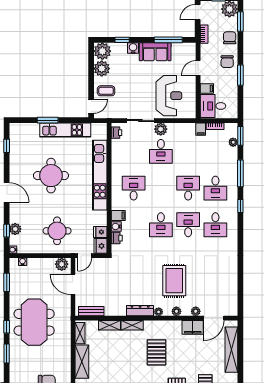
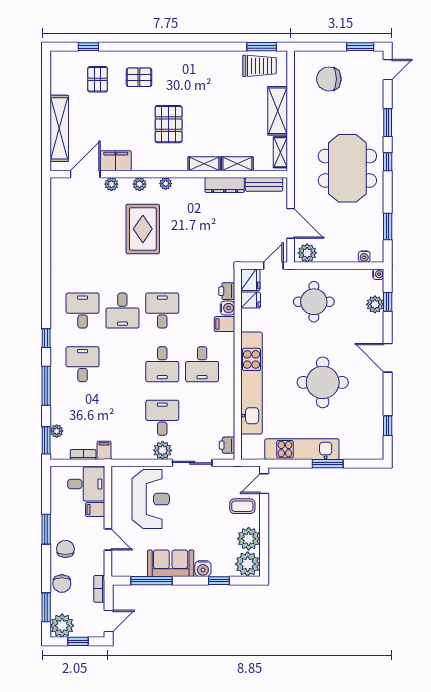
door: (198, 68) -> (108, 540), hinge flipped
reception desk: (169, 96) -> (151, 499), turned 180
desk: (188, 188) -> (162, 364), moved
dresser: (140, 311) -> (225, 185), moved

